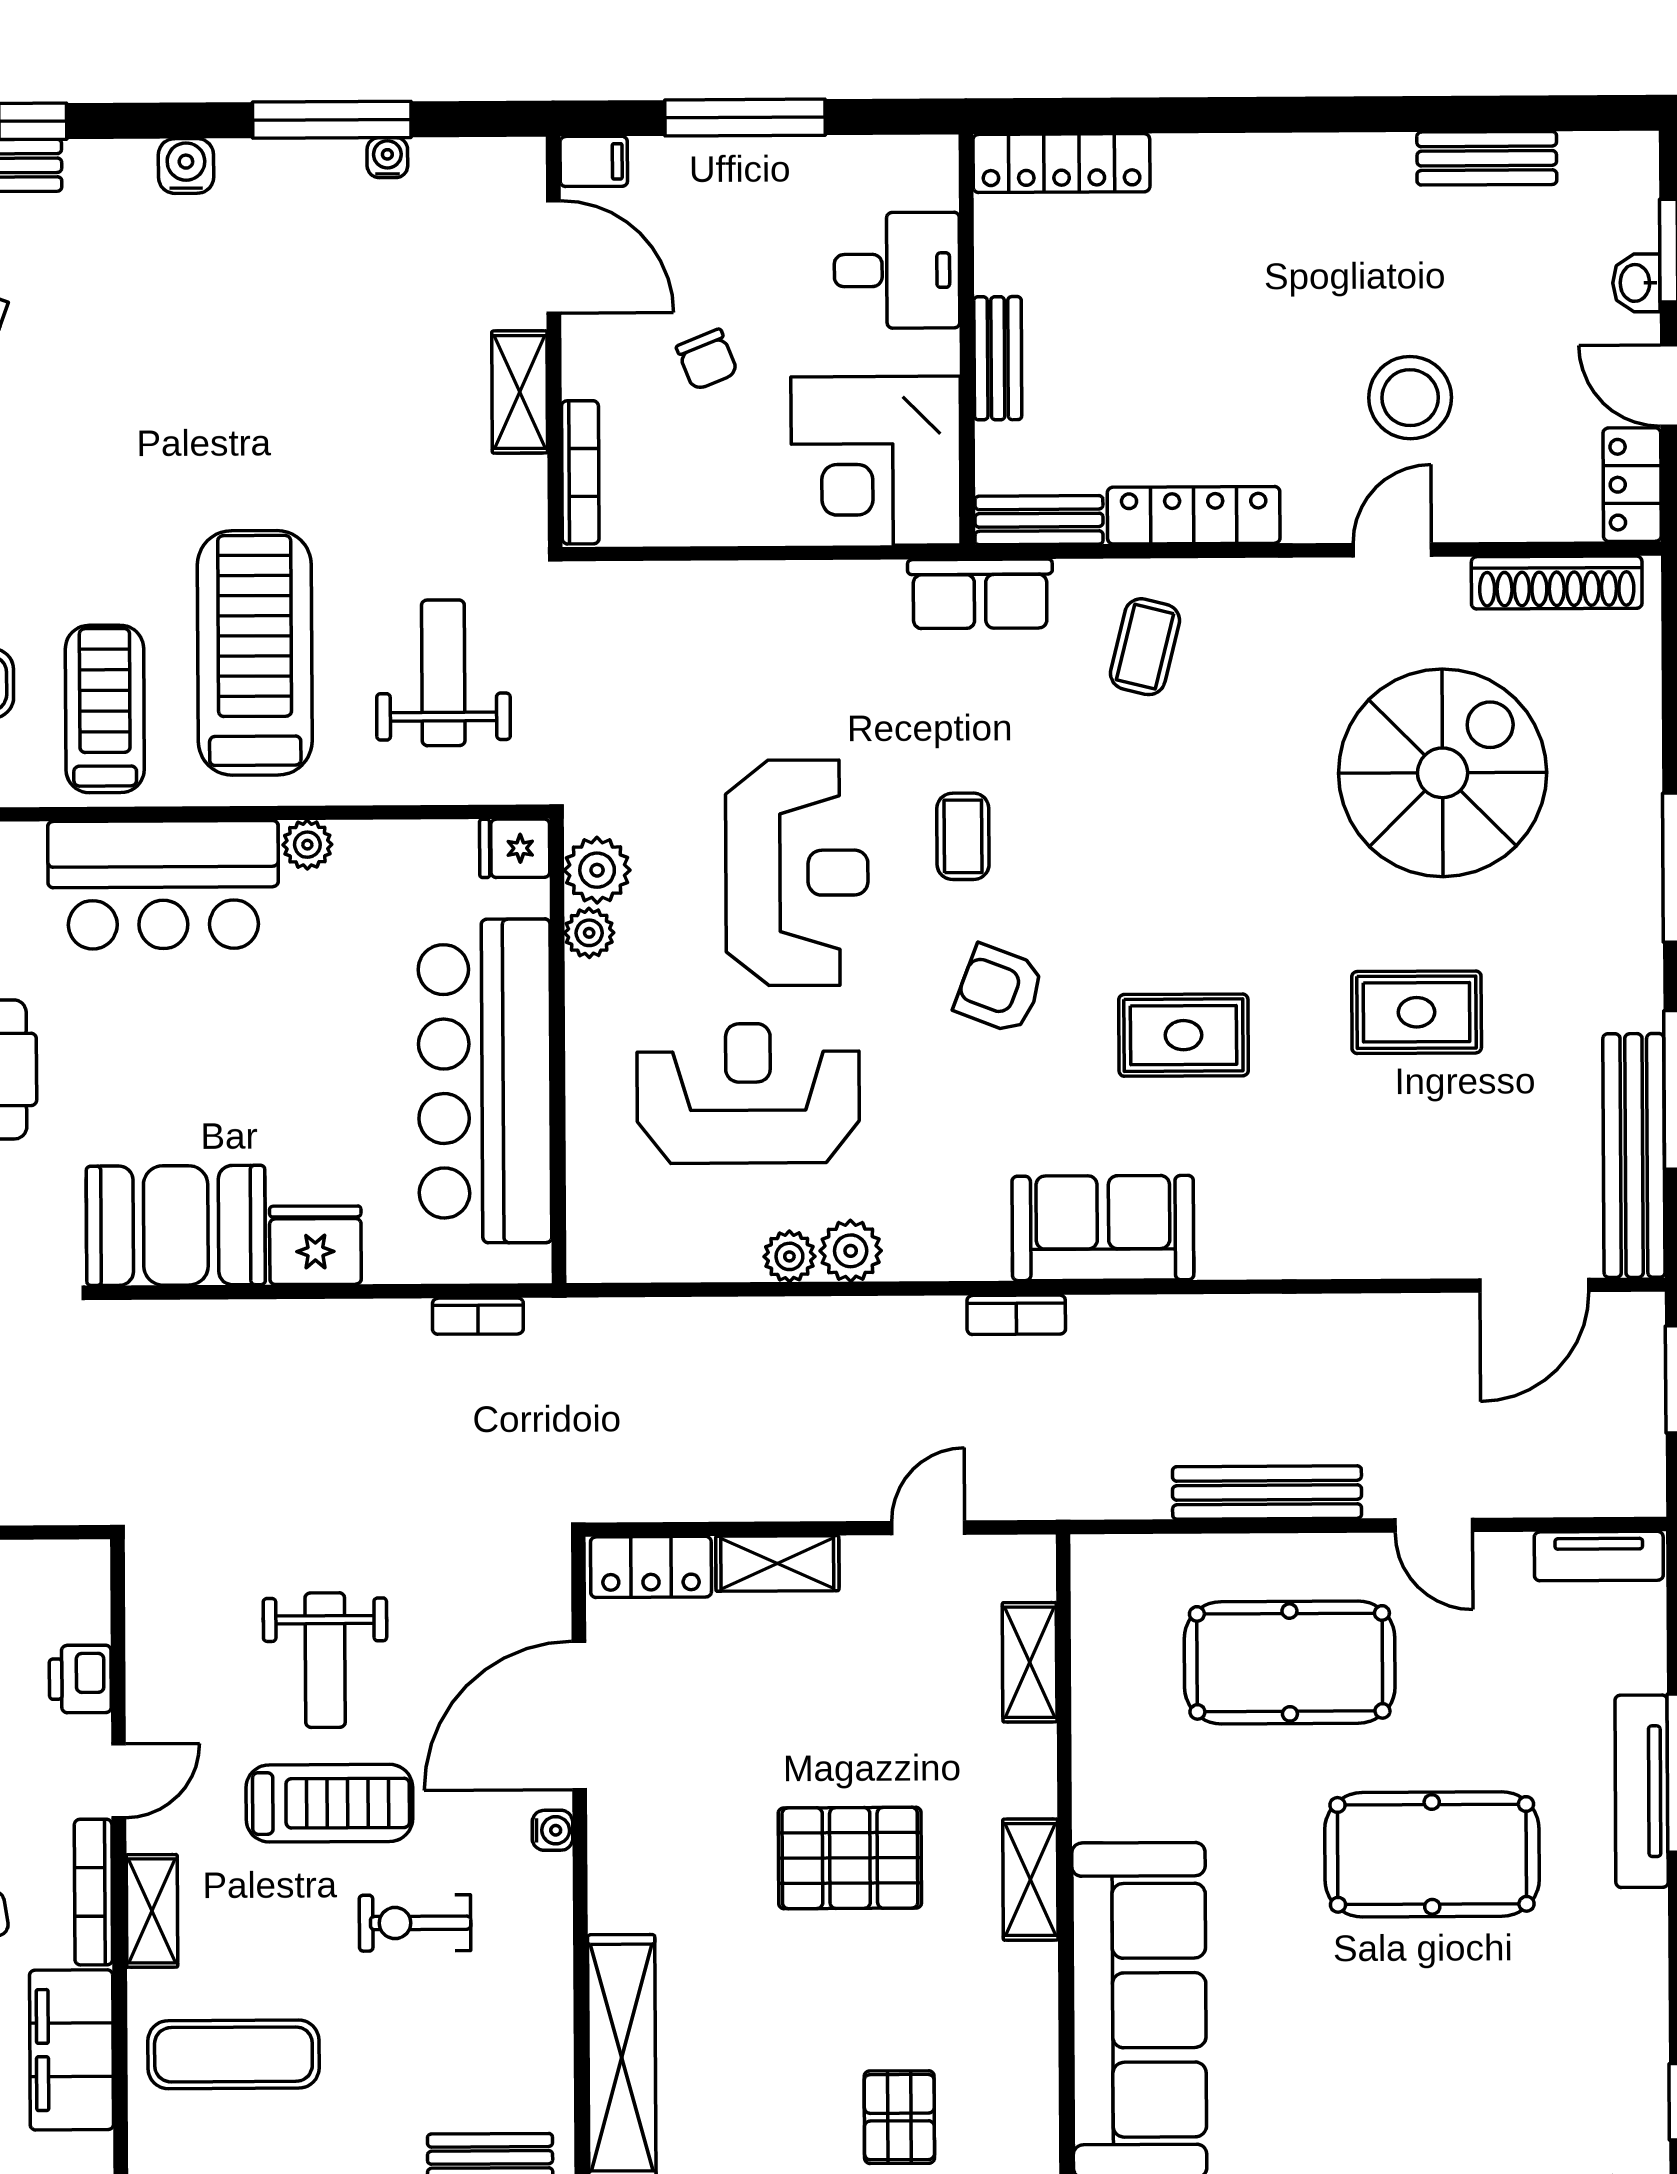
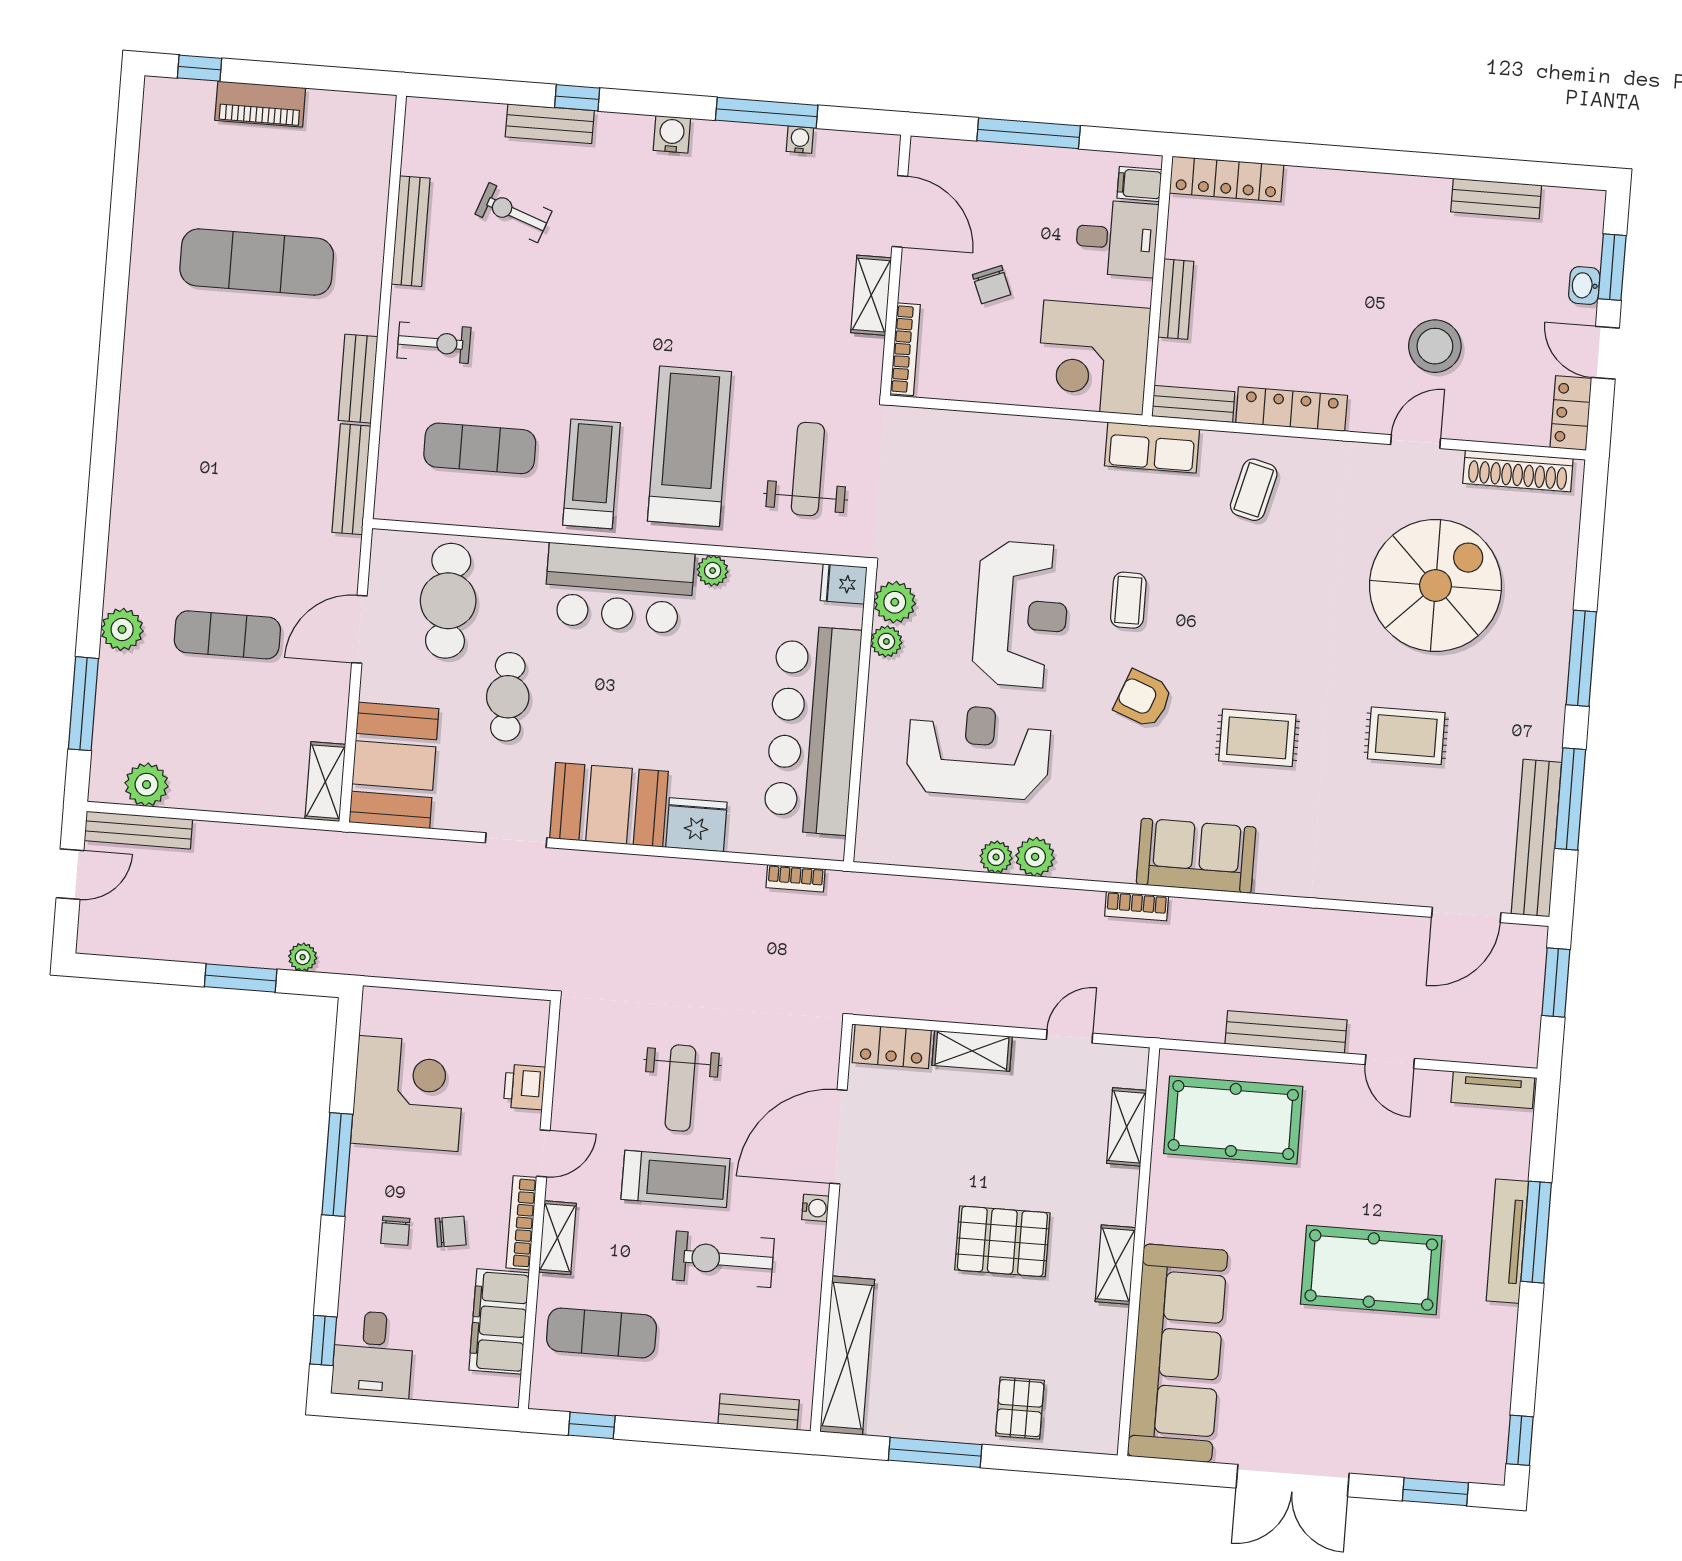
filing cabinet: (594, 161) -> (1139, 184), moved, turned 180
pool table: (1290, 1662) -> (1233, 1120), moved
exercise bike: (415, 1923) -> (723, 1259), width x1.38, depth x1.39

